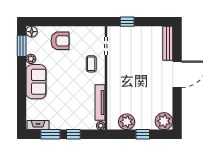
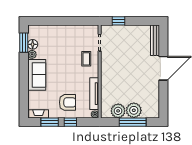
floor lamp: (32, 32) -> (33, 44), moved
armchair: (60, 41) -> (67, 102), moved
plant: (164, 121) -> (134, 110), moved
window: (143, 134) -> (133, 122), width x2.17

